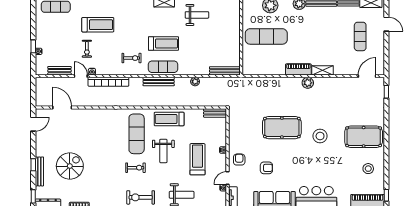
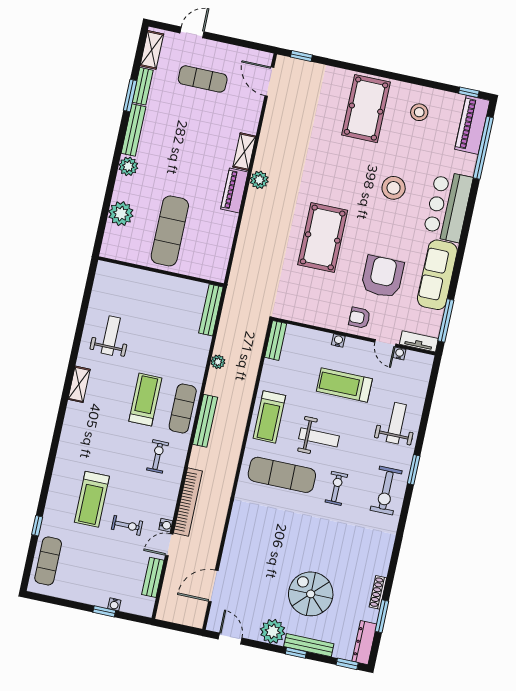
treadmill: (98, 25) -> (92, 499), turned 180
stool: (320, 136) -> (394, 188), moved
plant: (43, 148) -> (273, 631), added
armchair: (266, 168) -> (382, 277), width x1.88, depth x1.88

